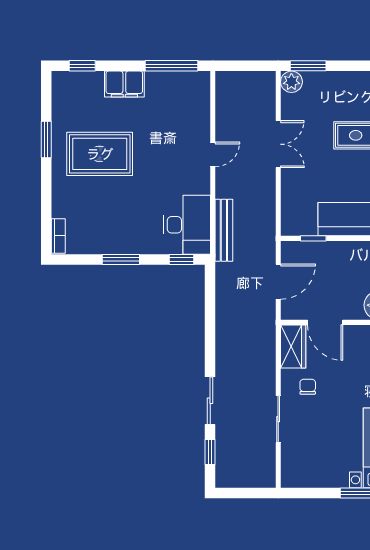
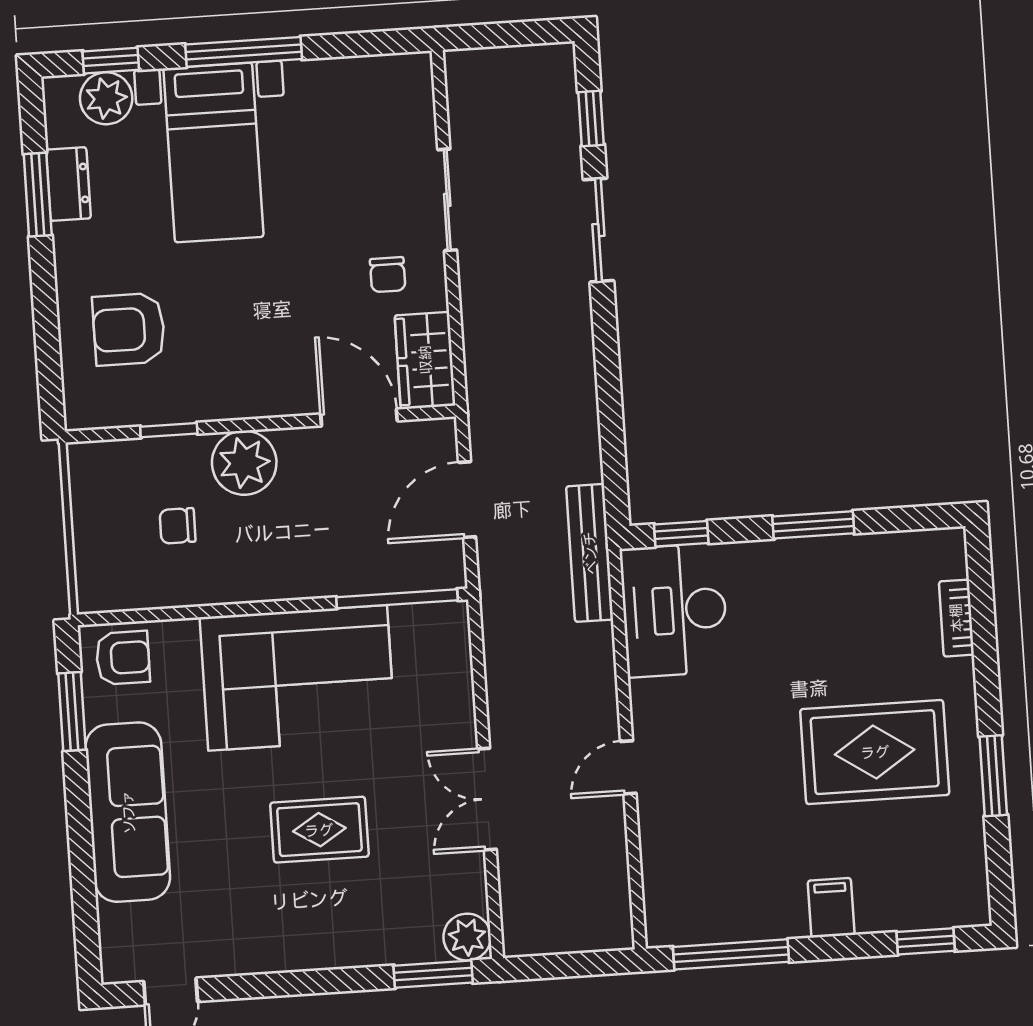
filing cabinet: (124, 84) -> (831, 908), width x0.50
bench: (224, 230) -> (590, 553), moved
bookcase: (58, 236) -> (956, 618), moved
window: (313, 238) -> (397, 599), width x2.17

